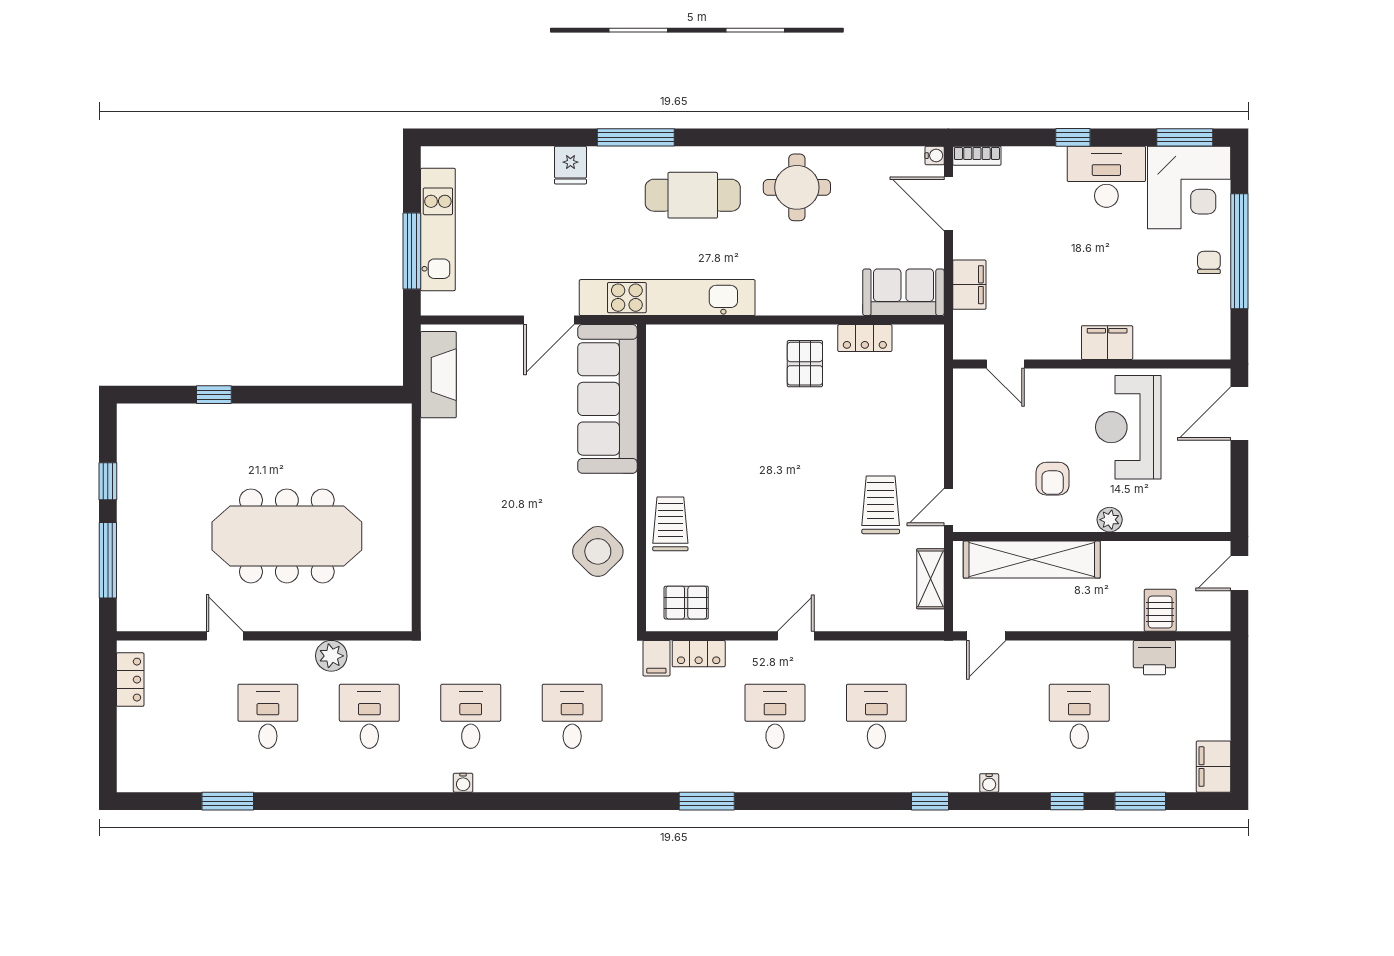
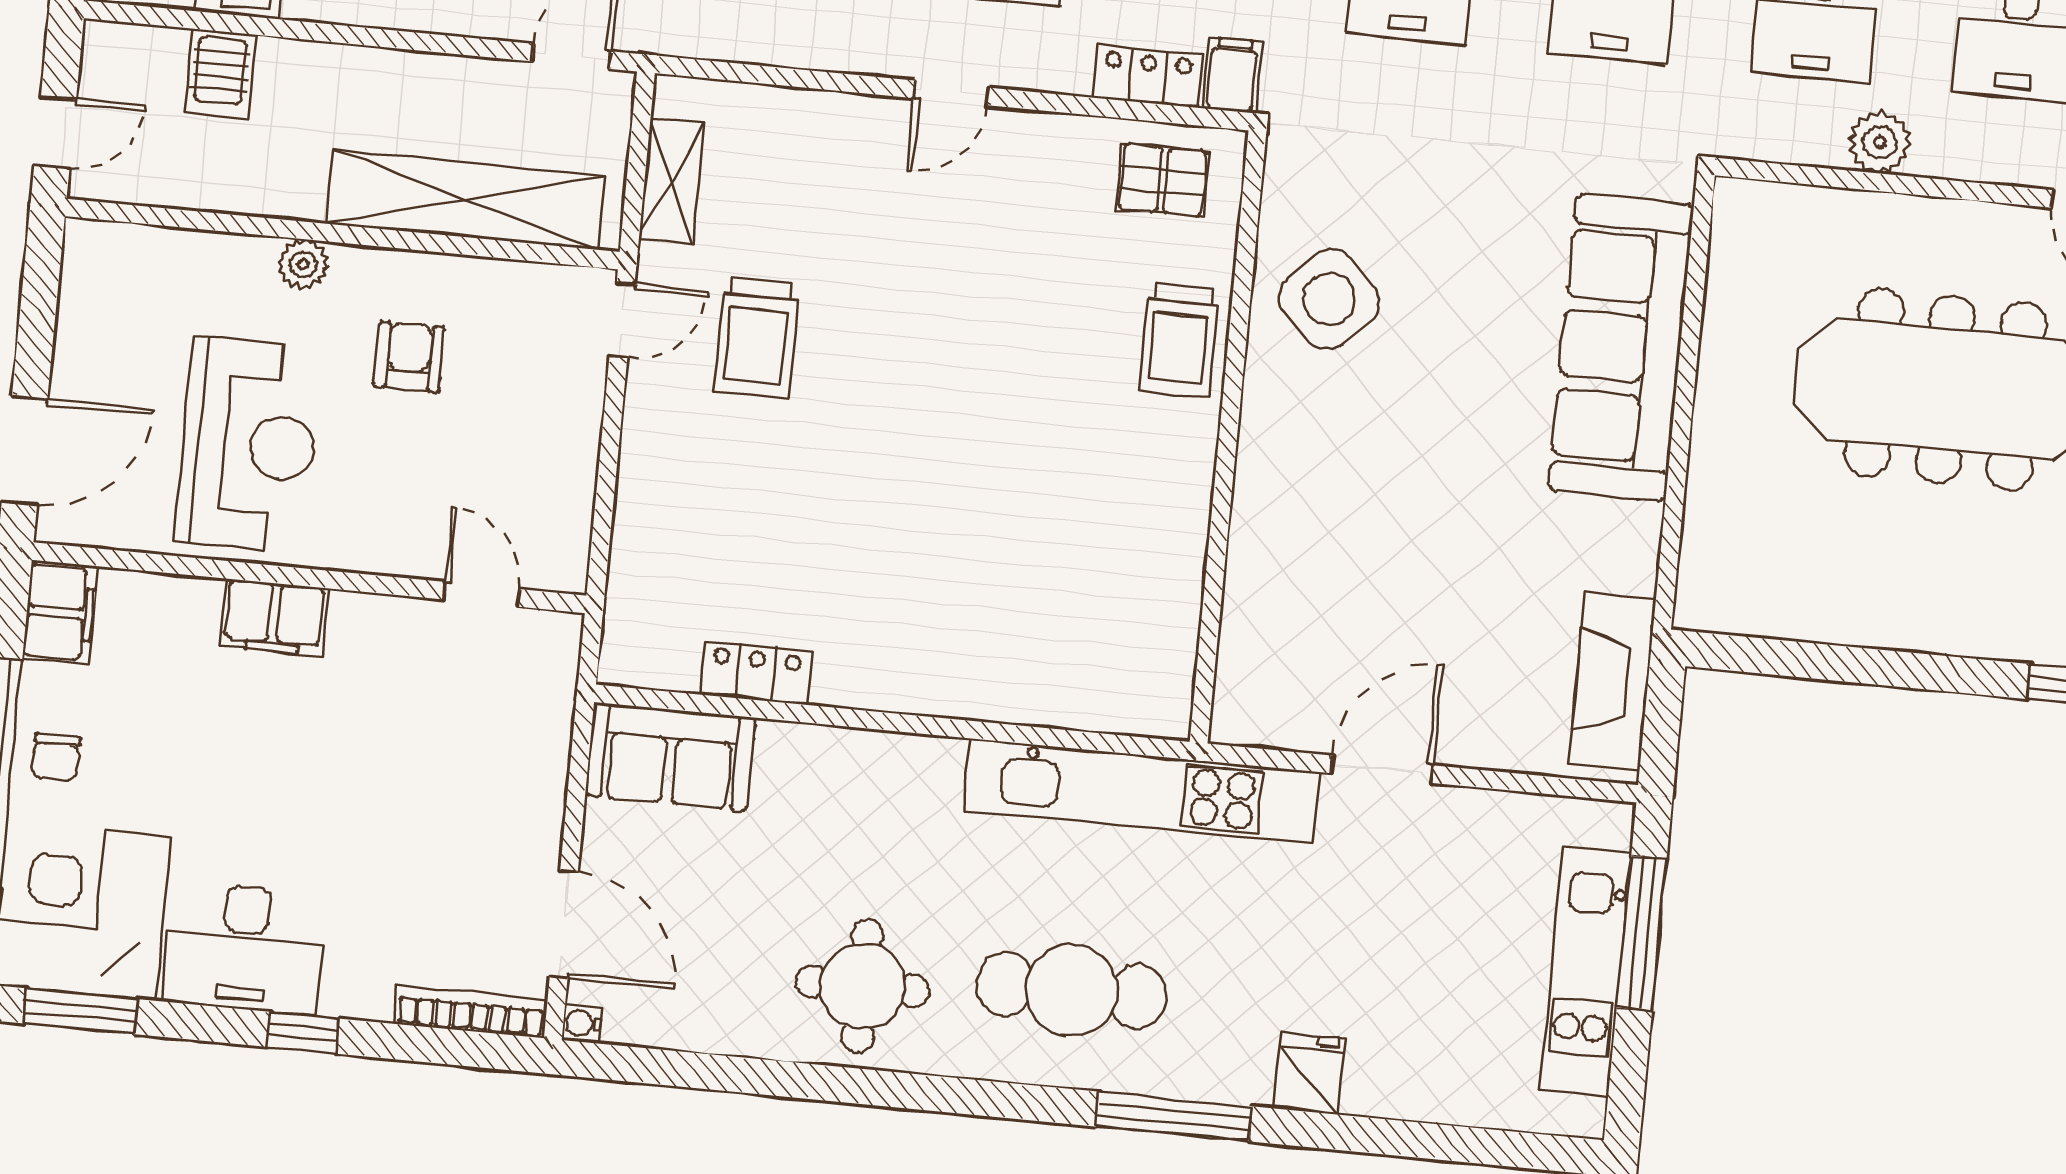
bookcase: (977, 156) -> (471, 1012), width x1.56
filing cabinet: (969, 285) -> (60, 612), moved, turned 180
pallet: (805, 364) -> (880, 633), removed
sofa: (607, 399) -> (1621, 348), moved, turned 180

